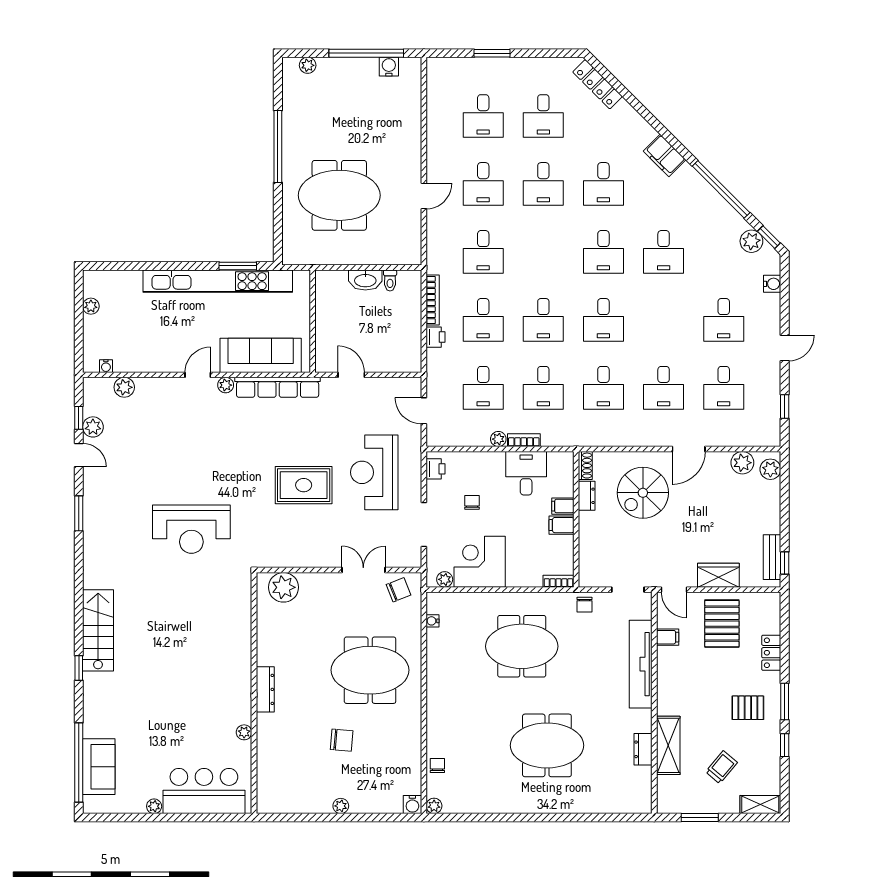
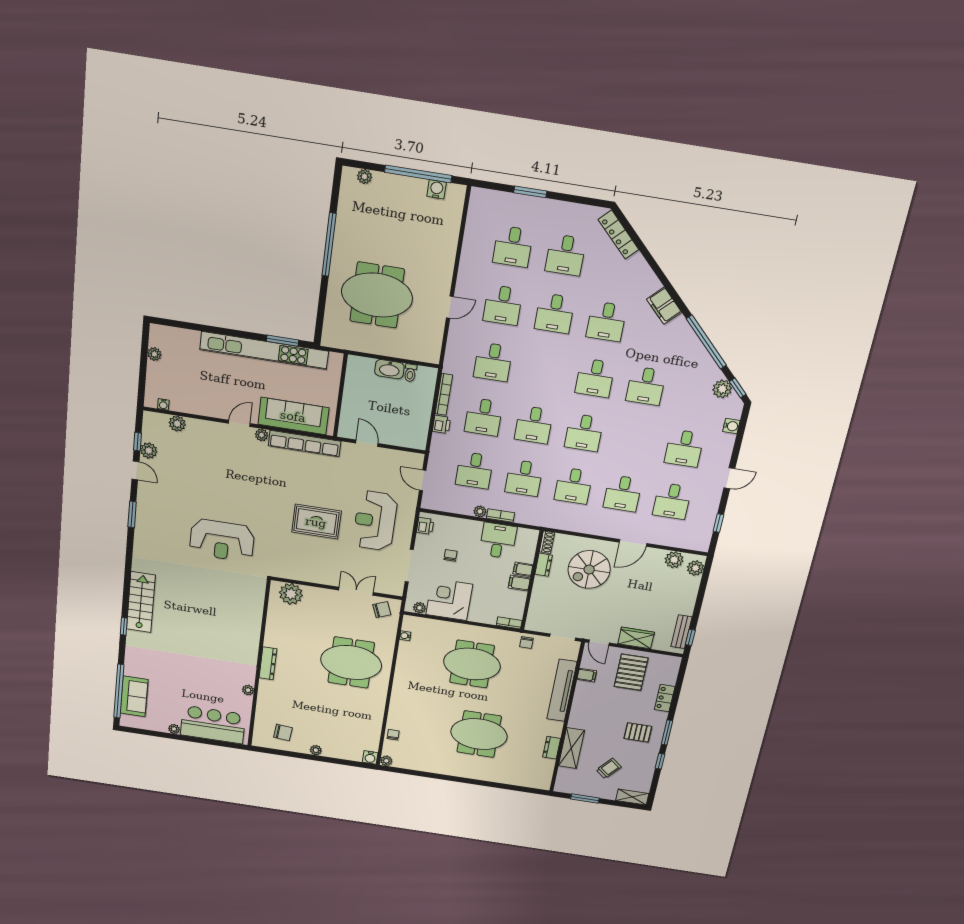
chair: (342, 740) -> (283, 732), moved

